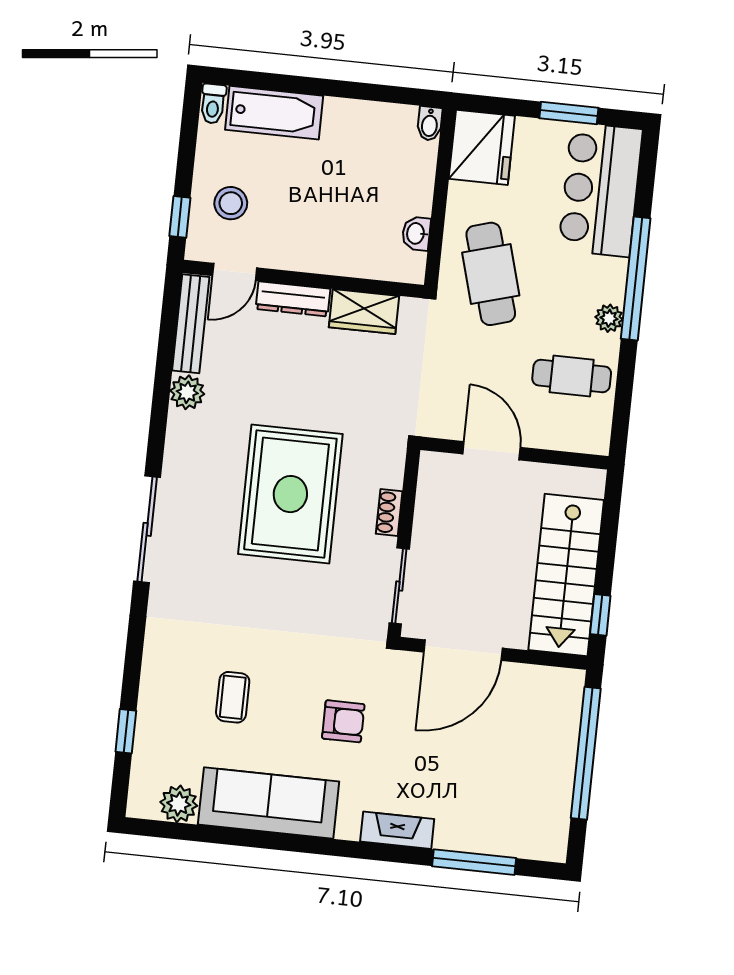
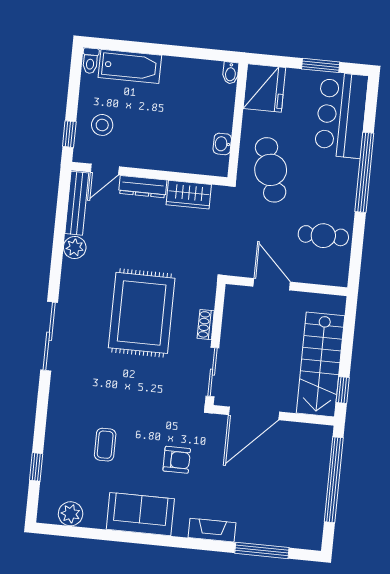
plant: (609, 318) -> (347, 198), removed
sofa: (269, 803) -> (140, 514), width x0.73

